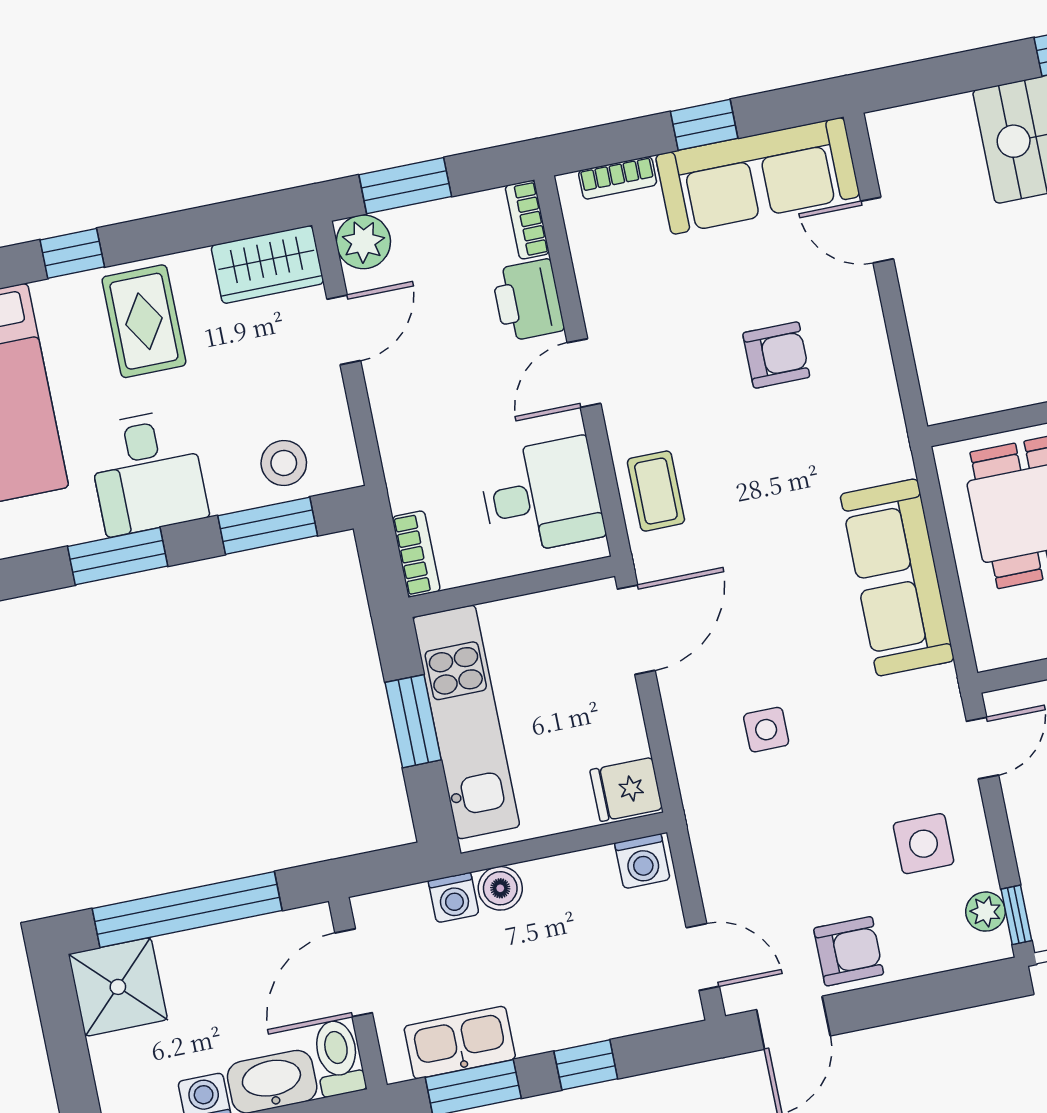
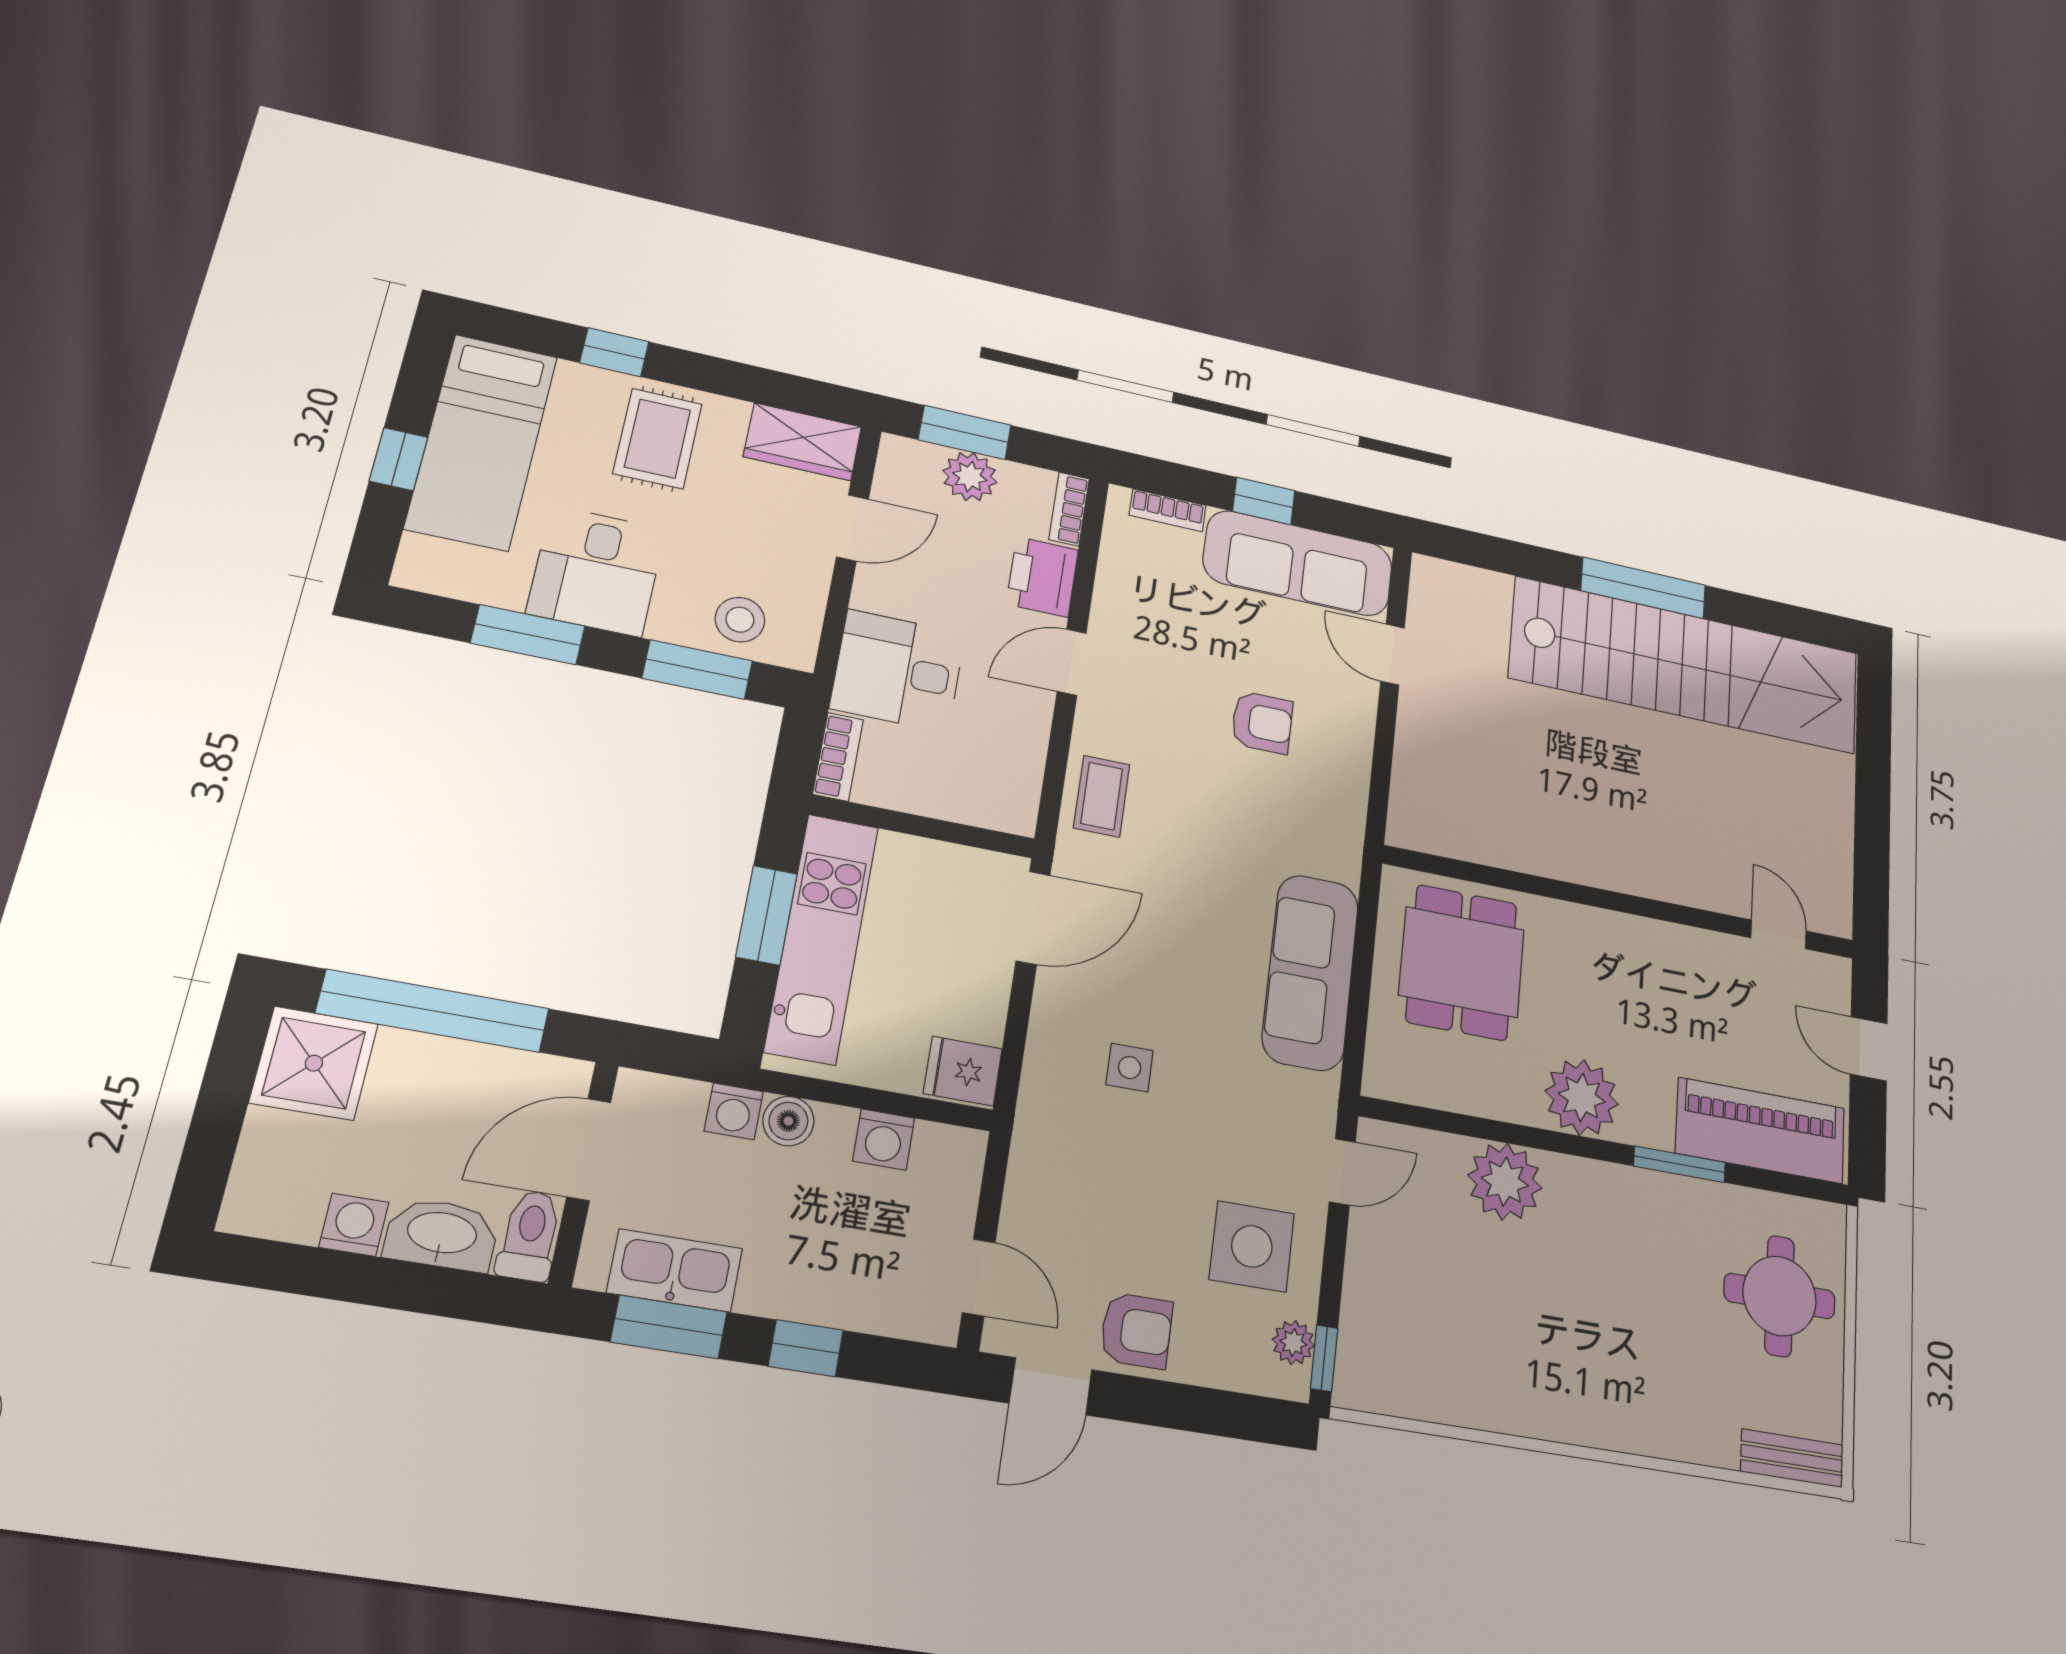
plant: (363, 242) -> (970, 477), moved
desk: (542, 496) -> (898, 671), moved, turned 180
side table: (924, 844) -> (1252, 1246), width x1.37, depth x1.37
washing machine: (642, 861) -> (884, 1139), moved

